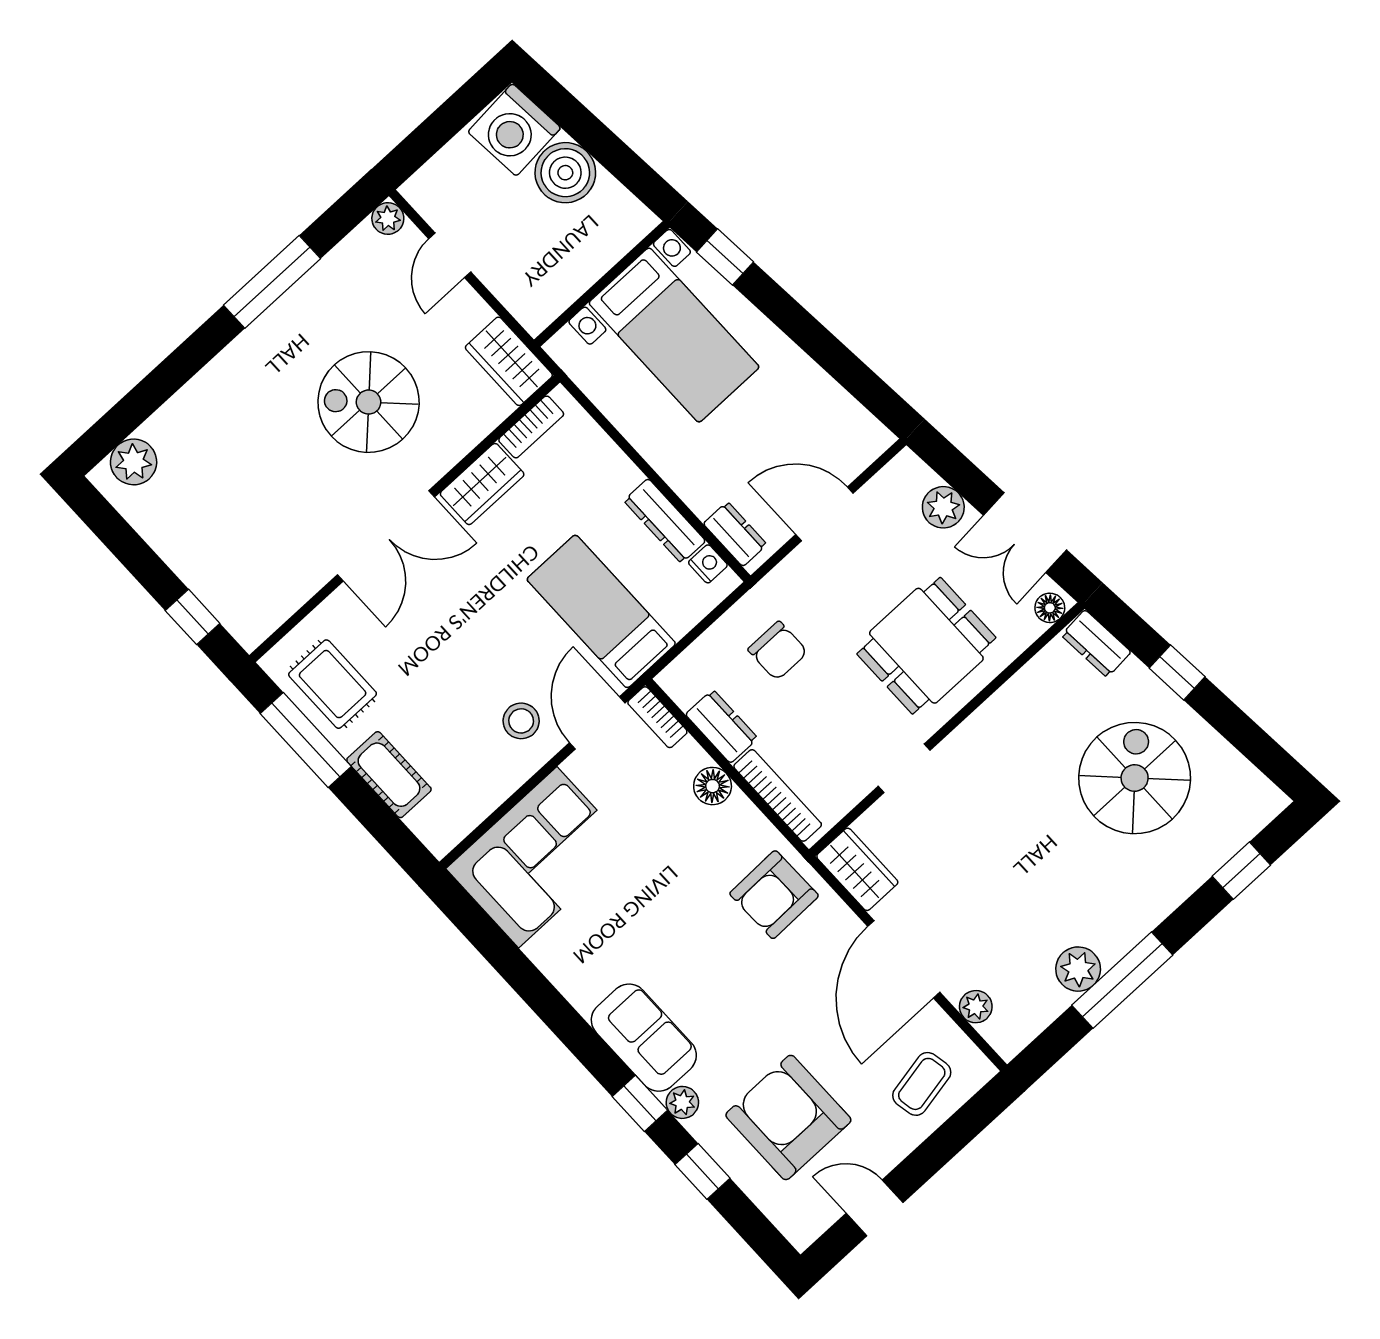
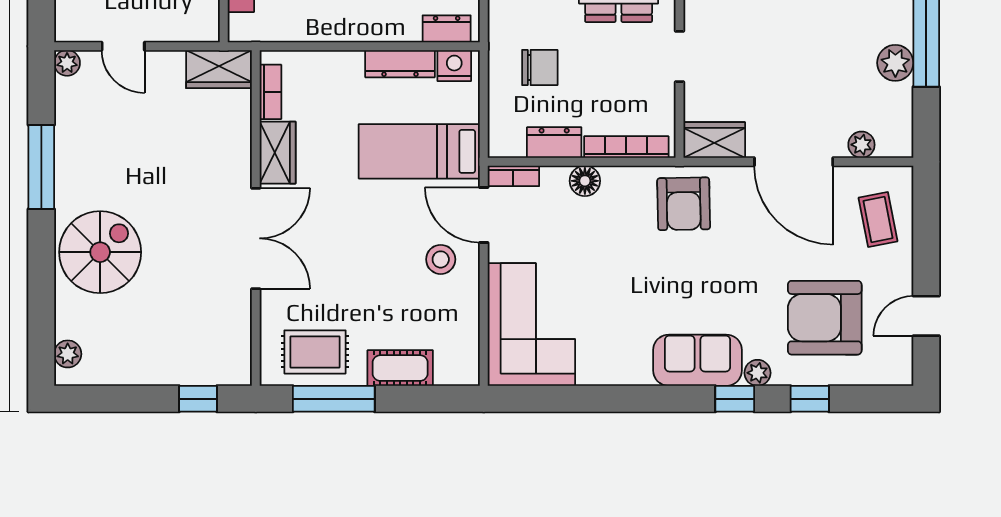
spiral stairs: (369, 402) -> (100, 252), moved, turned 180
plant: (134, 462) -> (68, 354), width x0.73, depth x0.73
nightstand: (708, 564) -> (454, 66), width x1.39, depth x1.35

